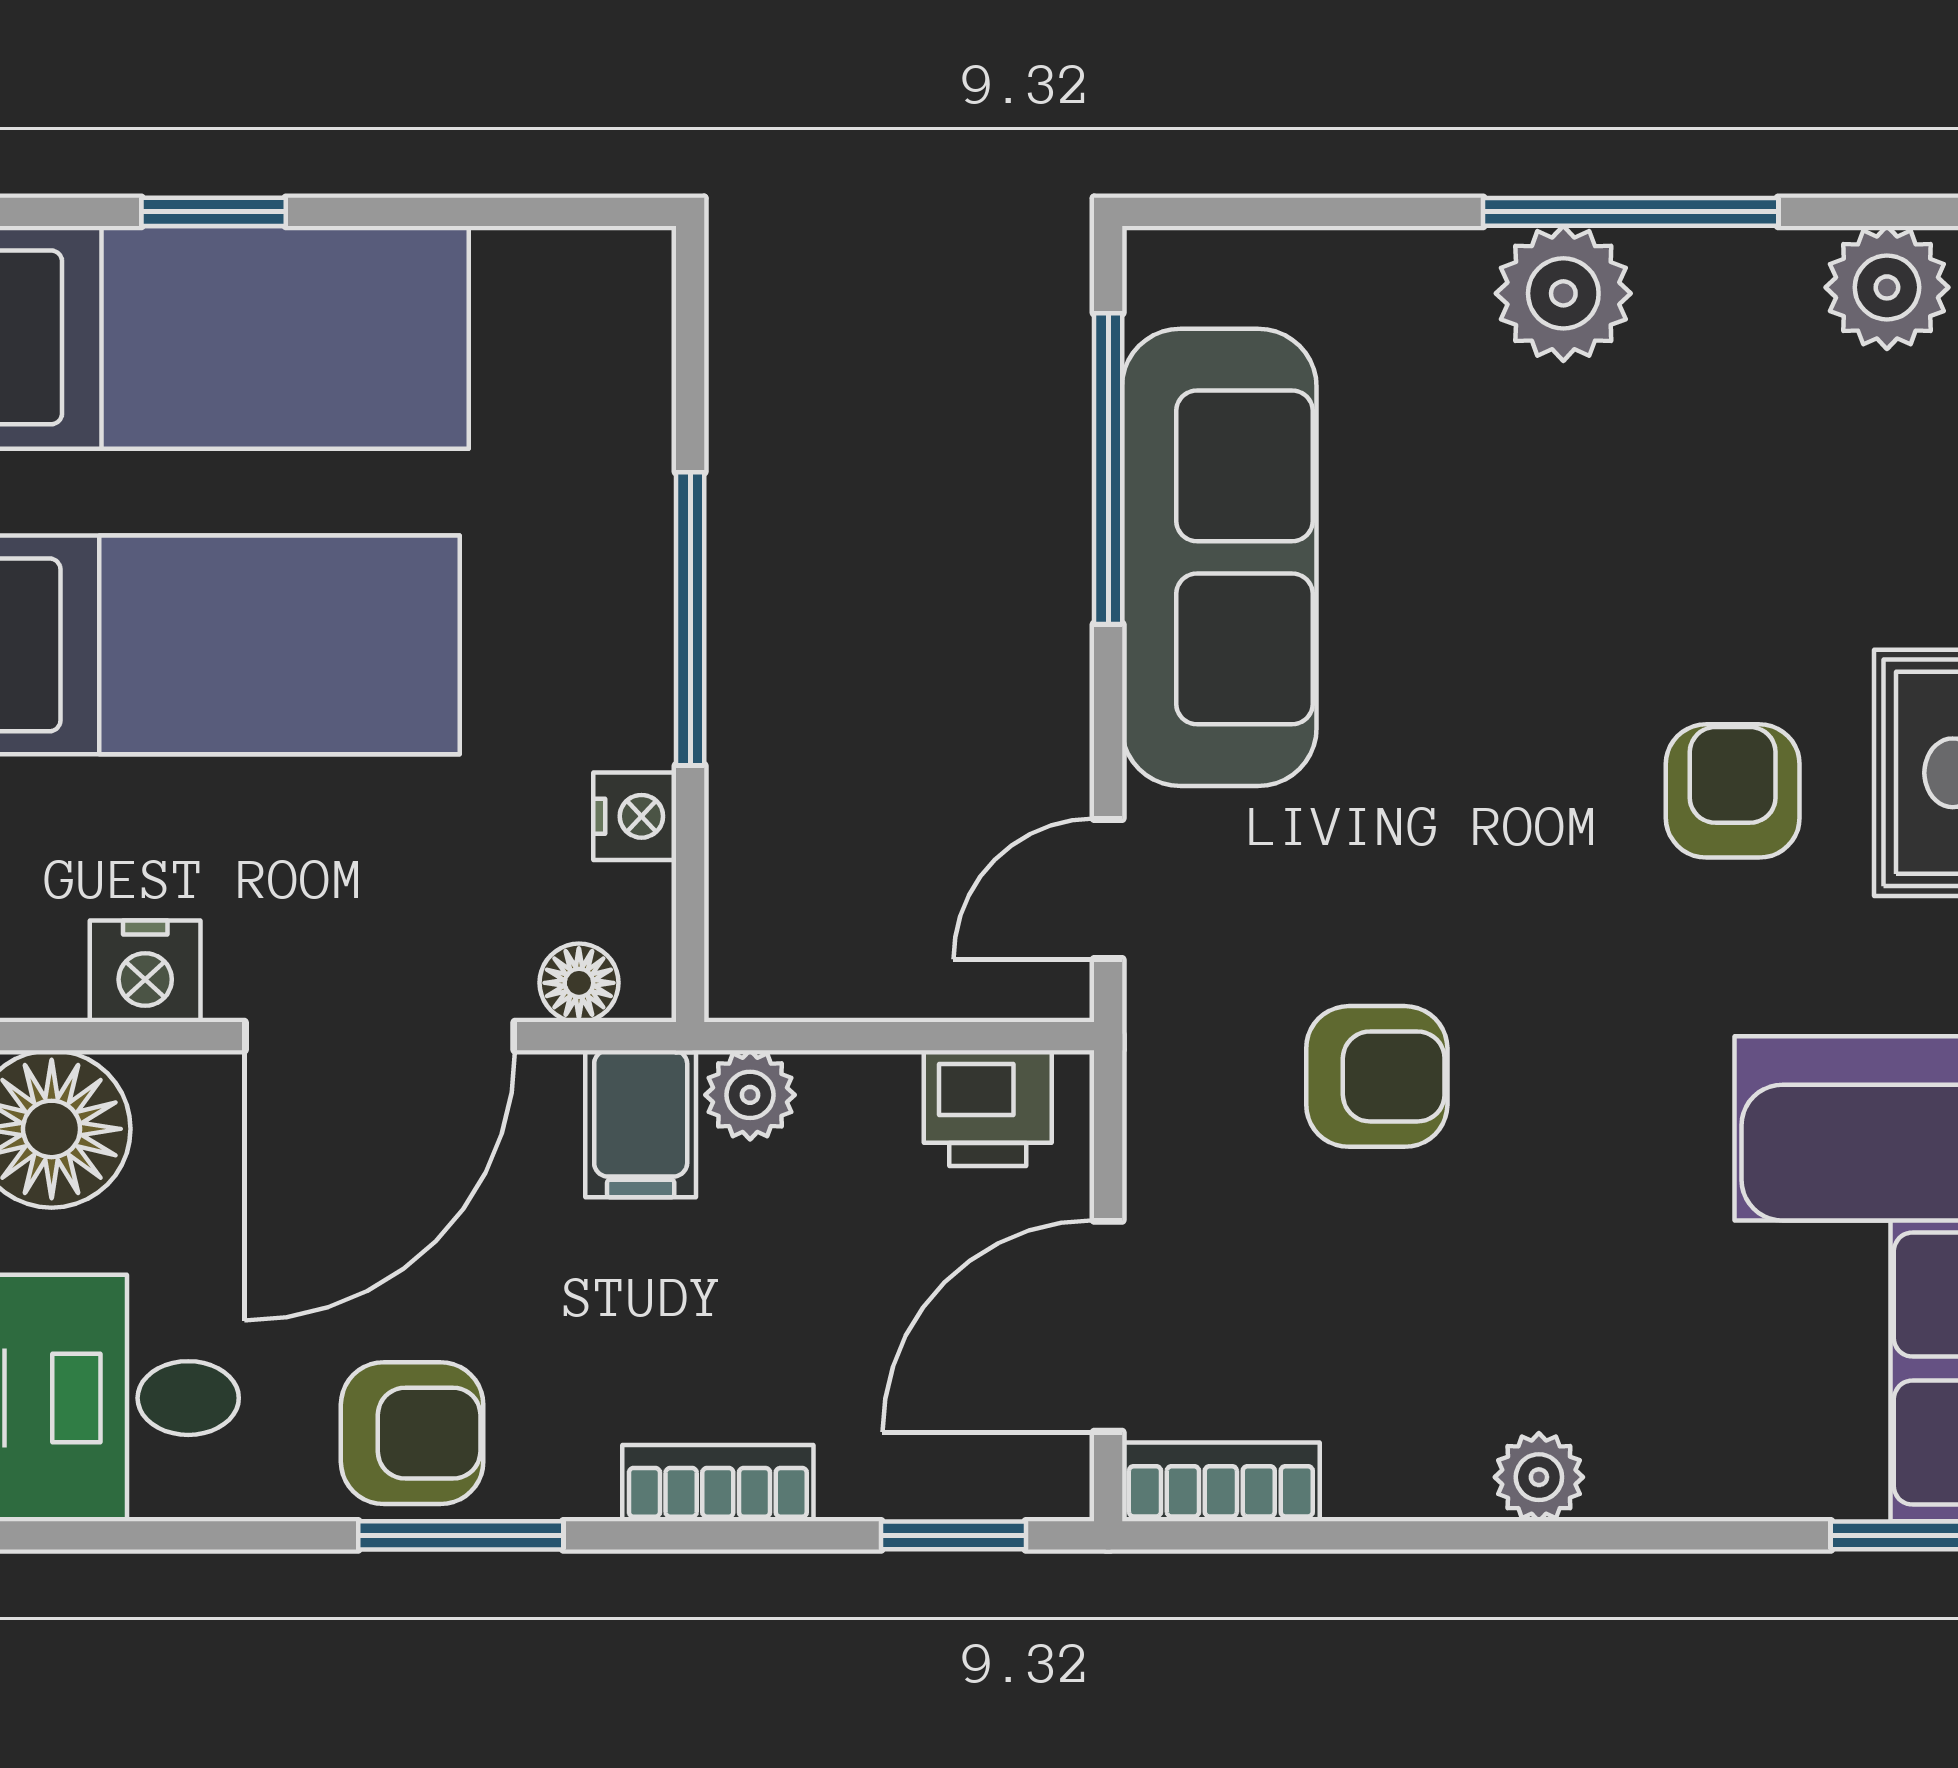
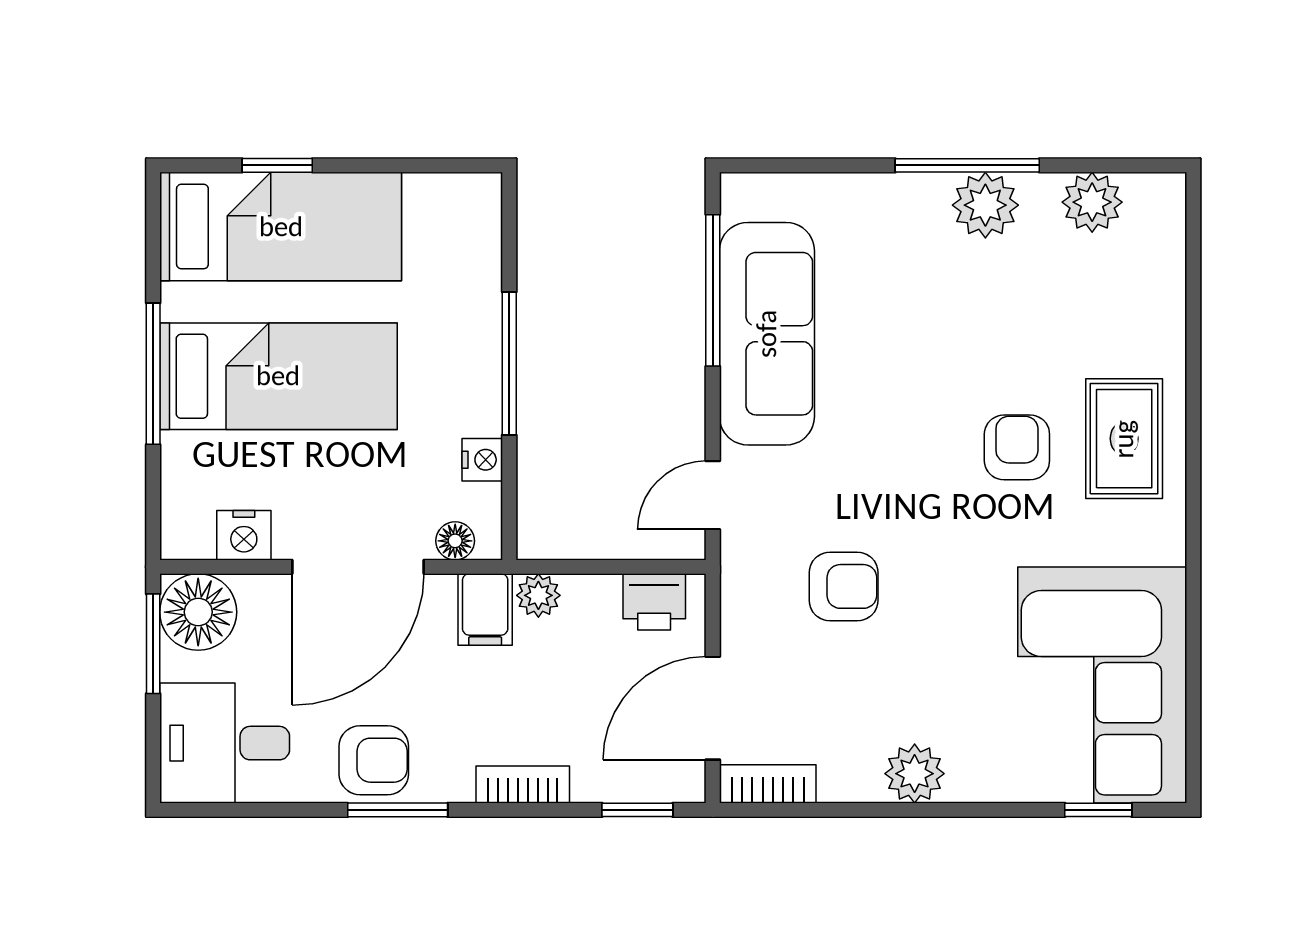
plant: (1563, 293) -> (985, 205), moved
plant: (1539, 1477) -> (915, 774), width x1.38, depth x1.38

